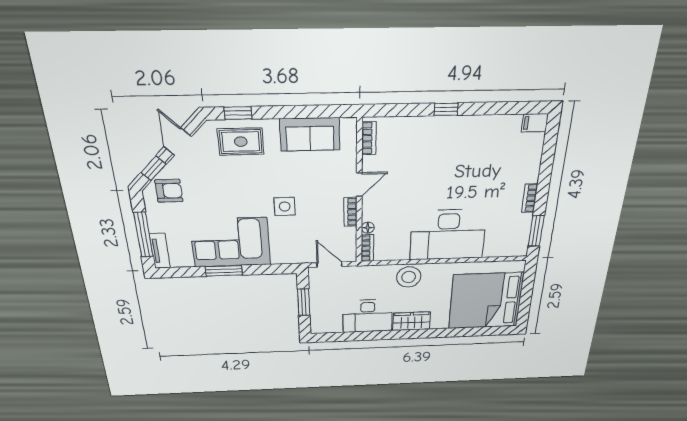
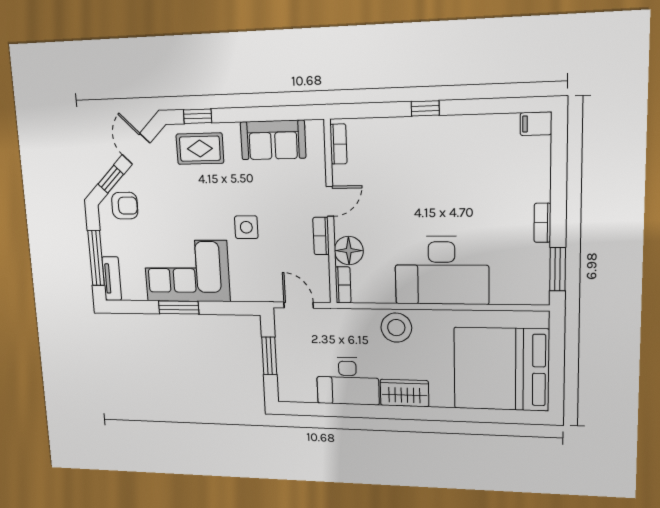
floor lamp: (368, 228) -> (349, 251), width x1.89, depth x1.89

